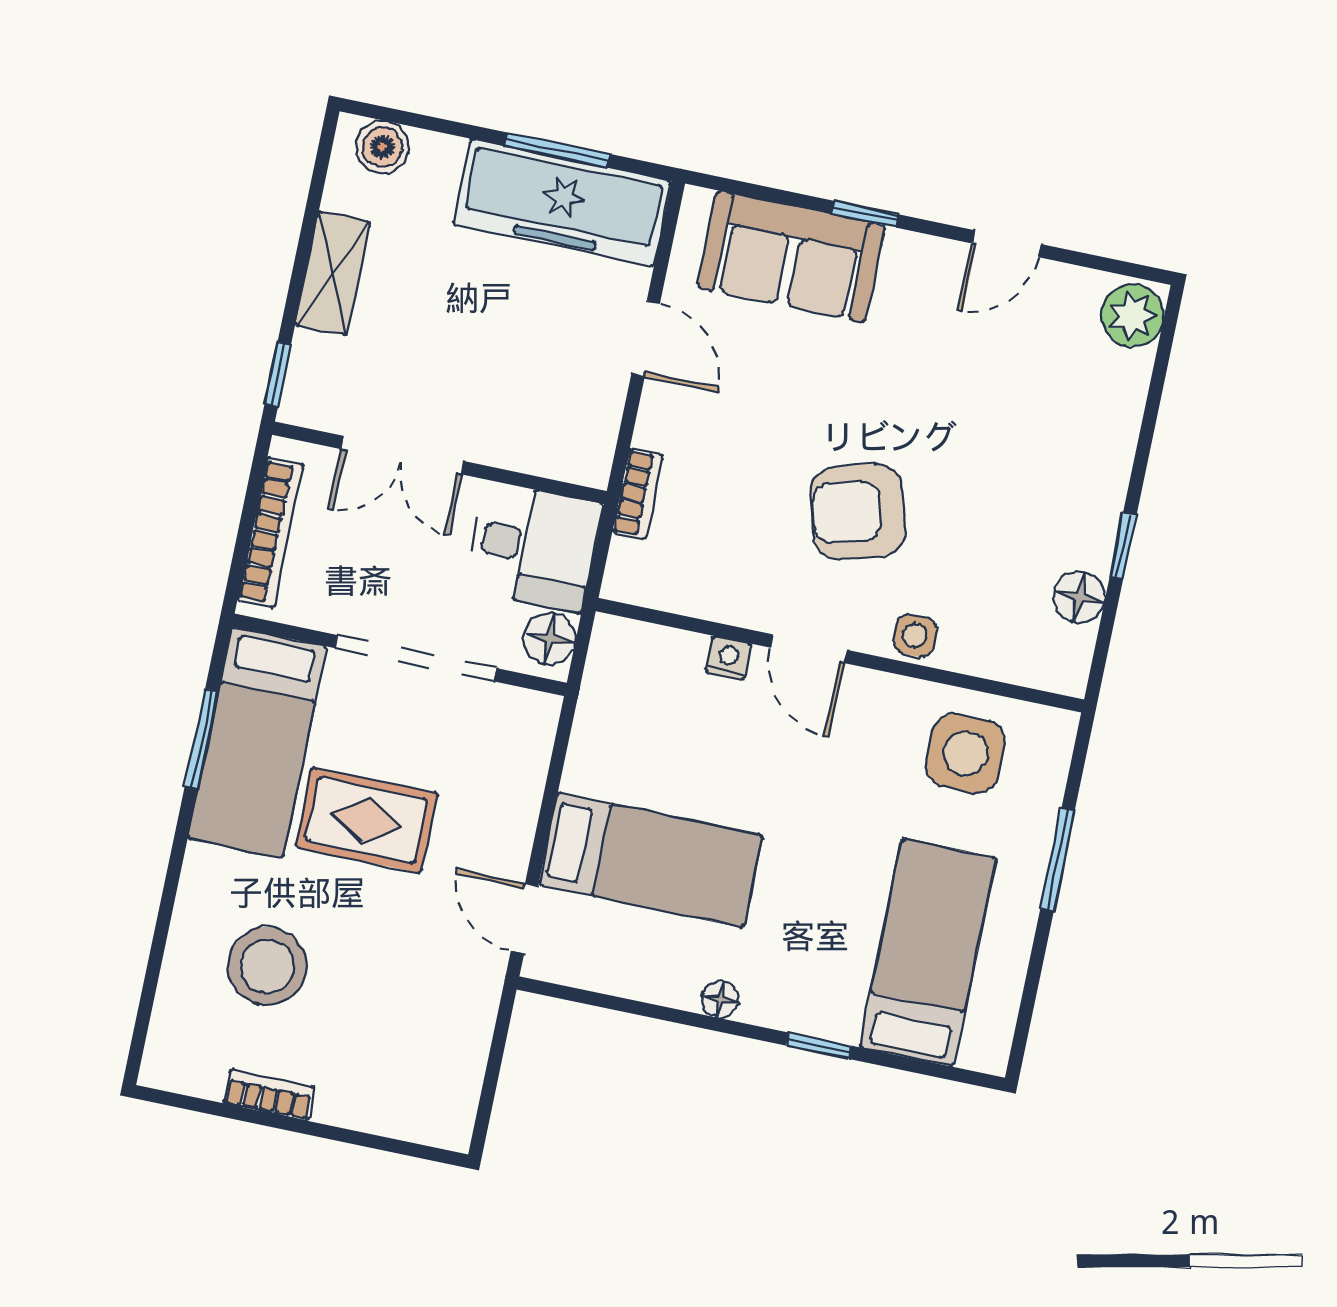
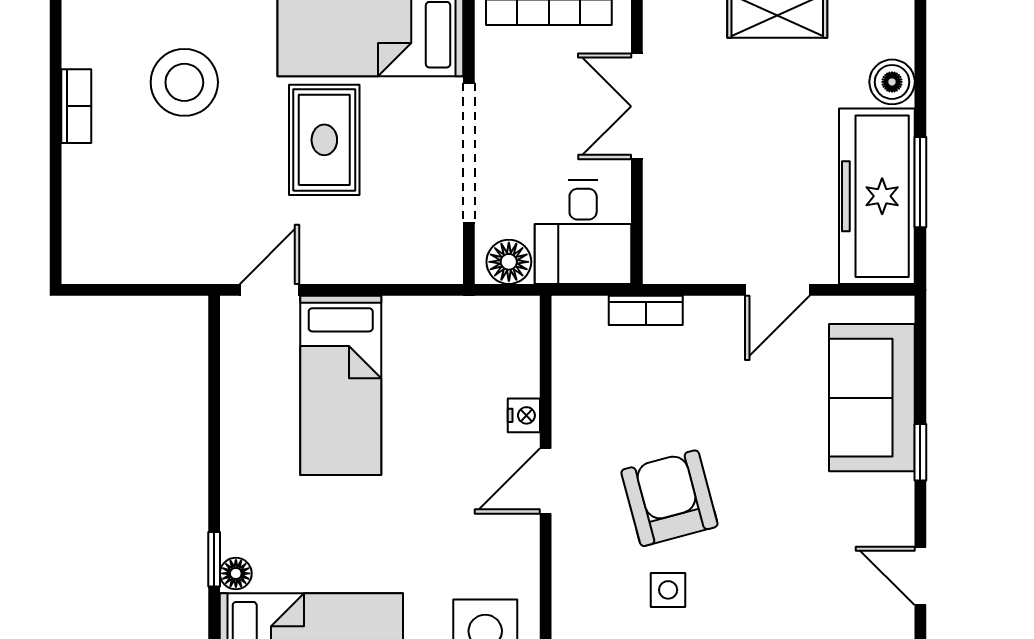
boiler: (382, 147) -> (892, 82), moved
side table: (915, 636) -> (668, 590), moved
floor lamp: (720, 999) -> (236, 573), moved

